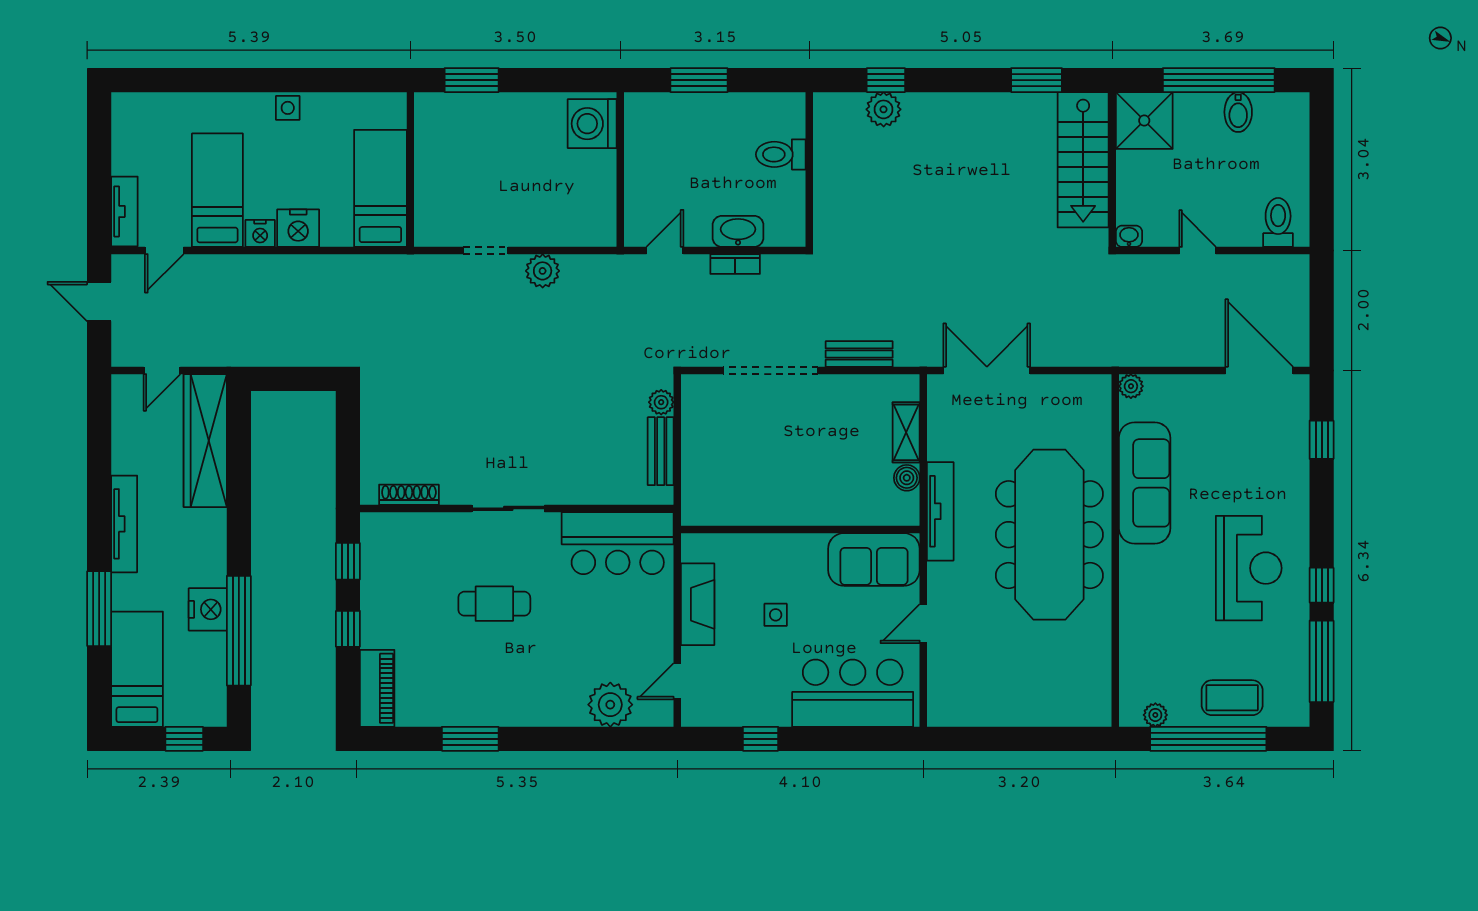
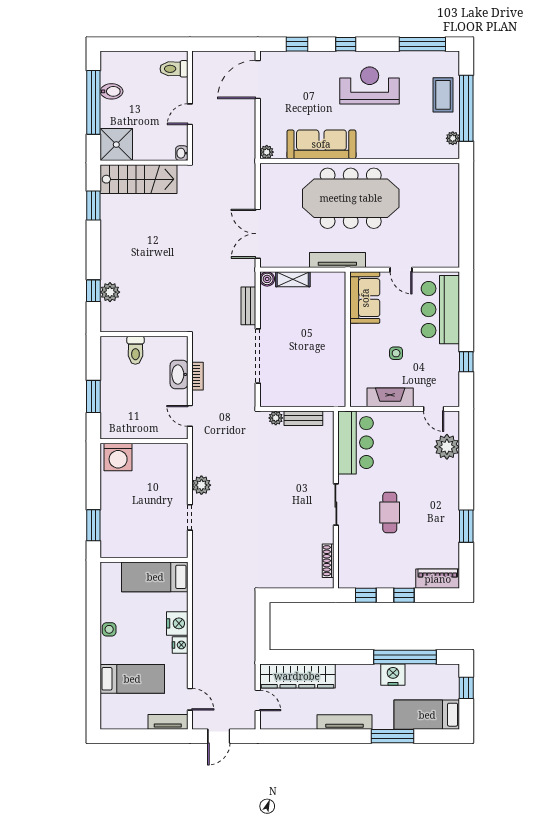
bed: (217, 190) -> (132, 679), moved, turned 180
boiler: (907, 478) -> (267, 279), moved
window: (1322, 585) -> (346, 44), moved

